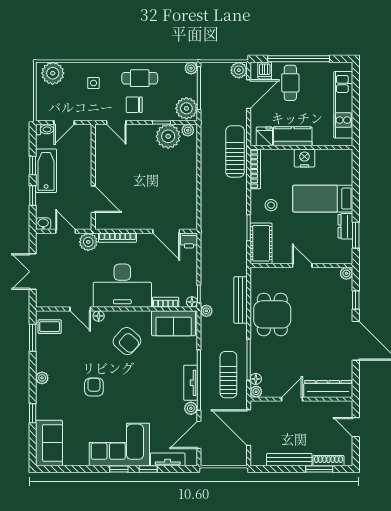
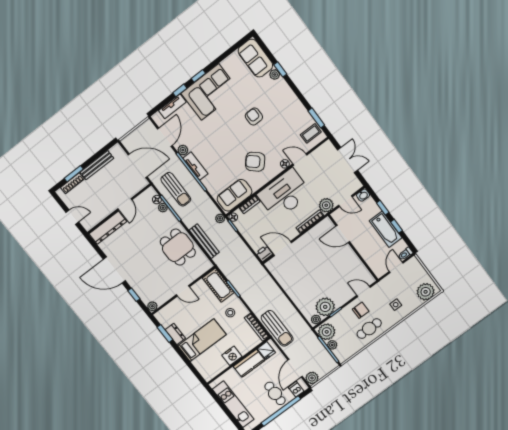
plant: (191, 68) -> (332, 345), moved
plant: (42, 378) -> (275, 75), moved
armchair: (94, 387) -> (254, 117), turned 180
plant: (256, 392) -> (163, 208), moved

